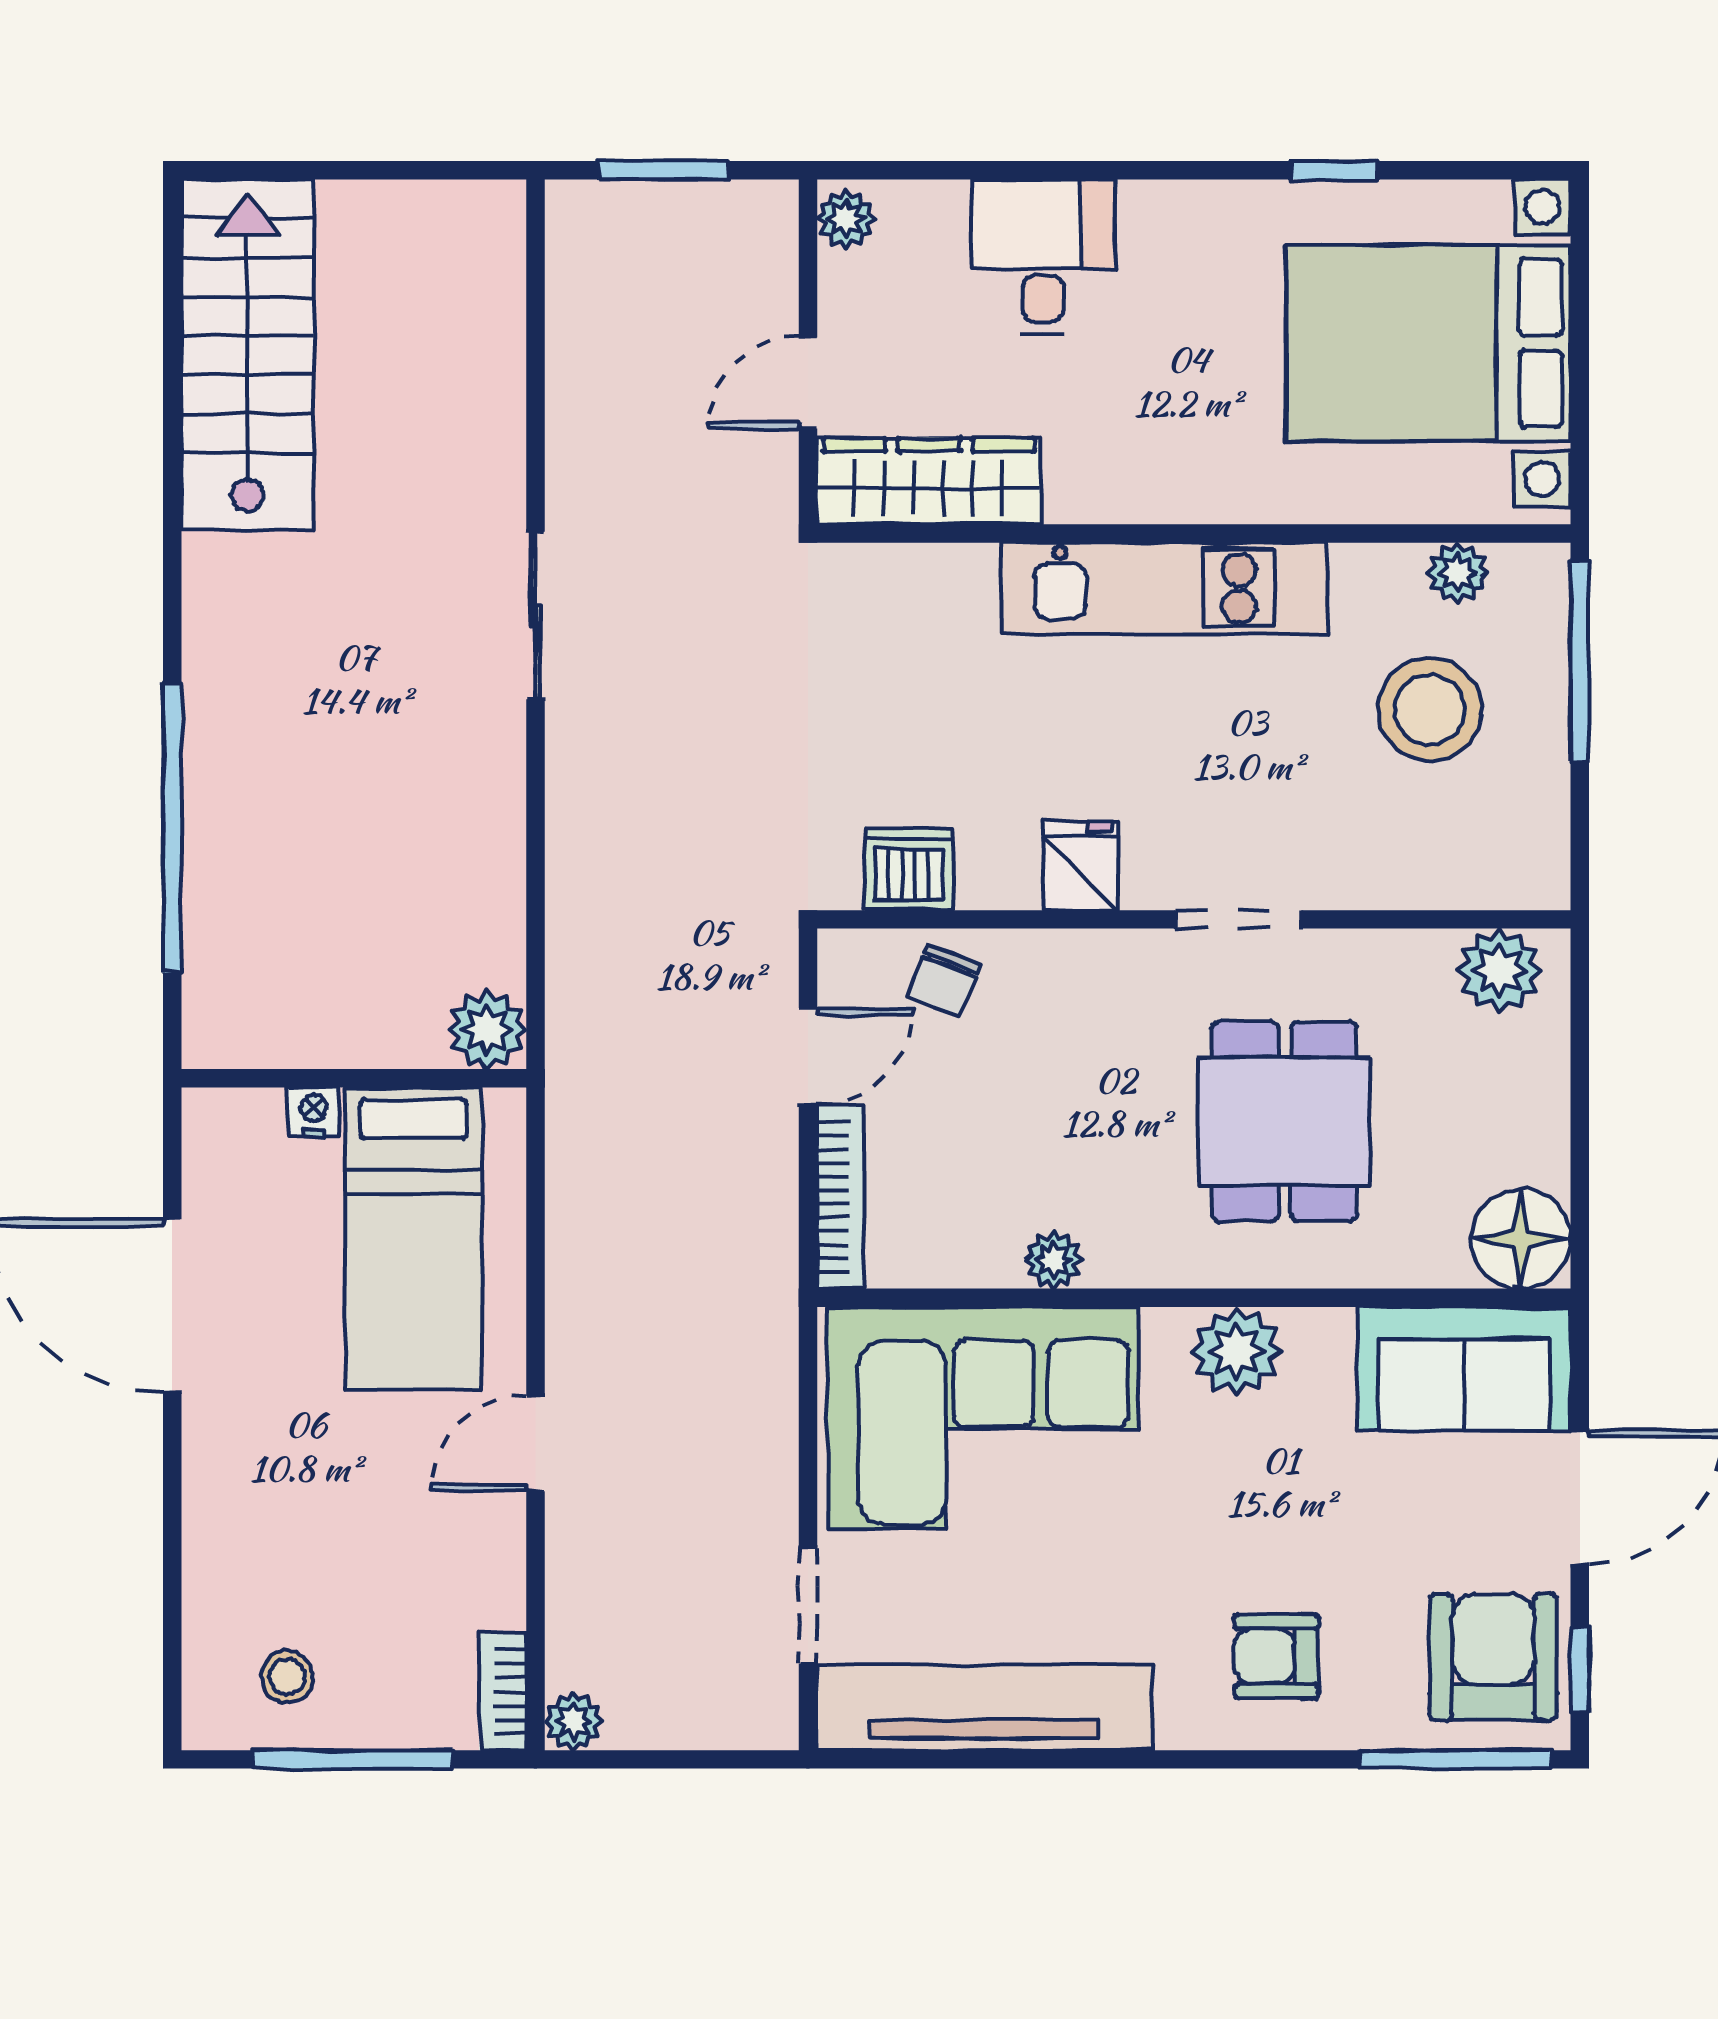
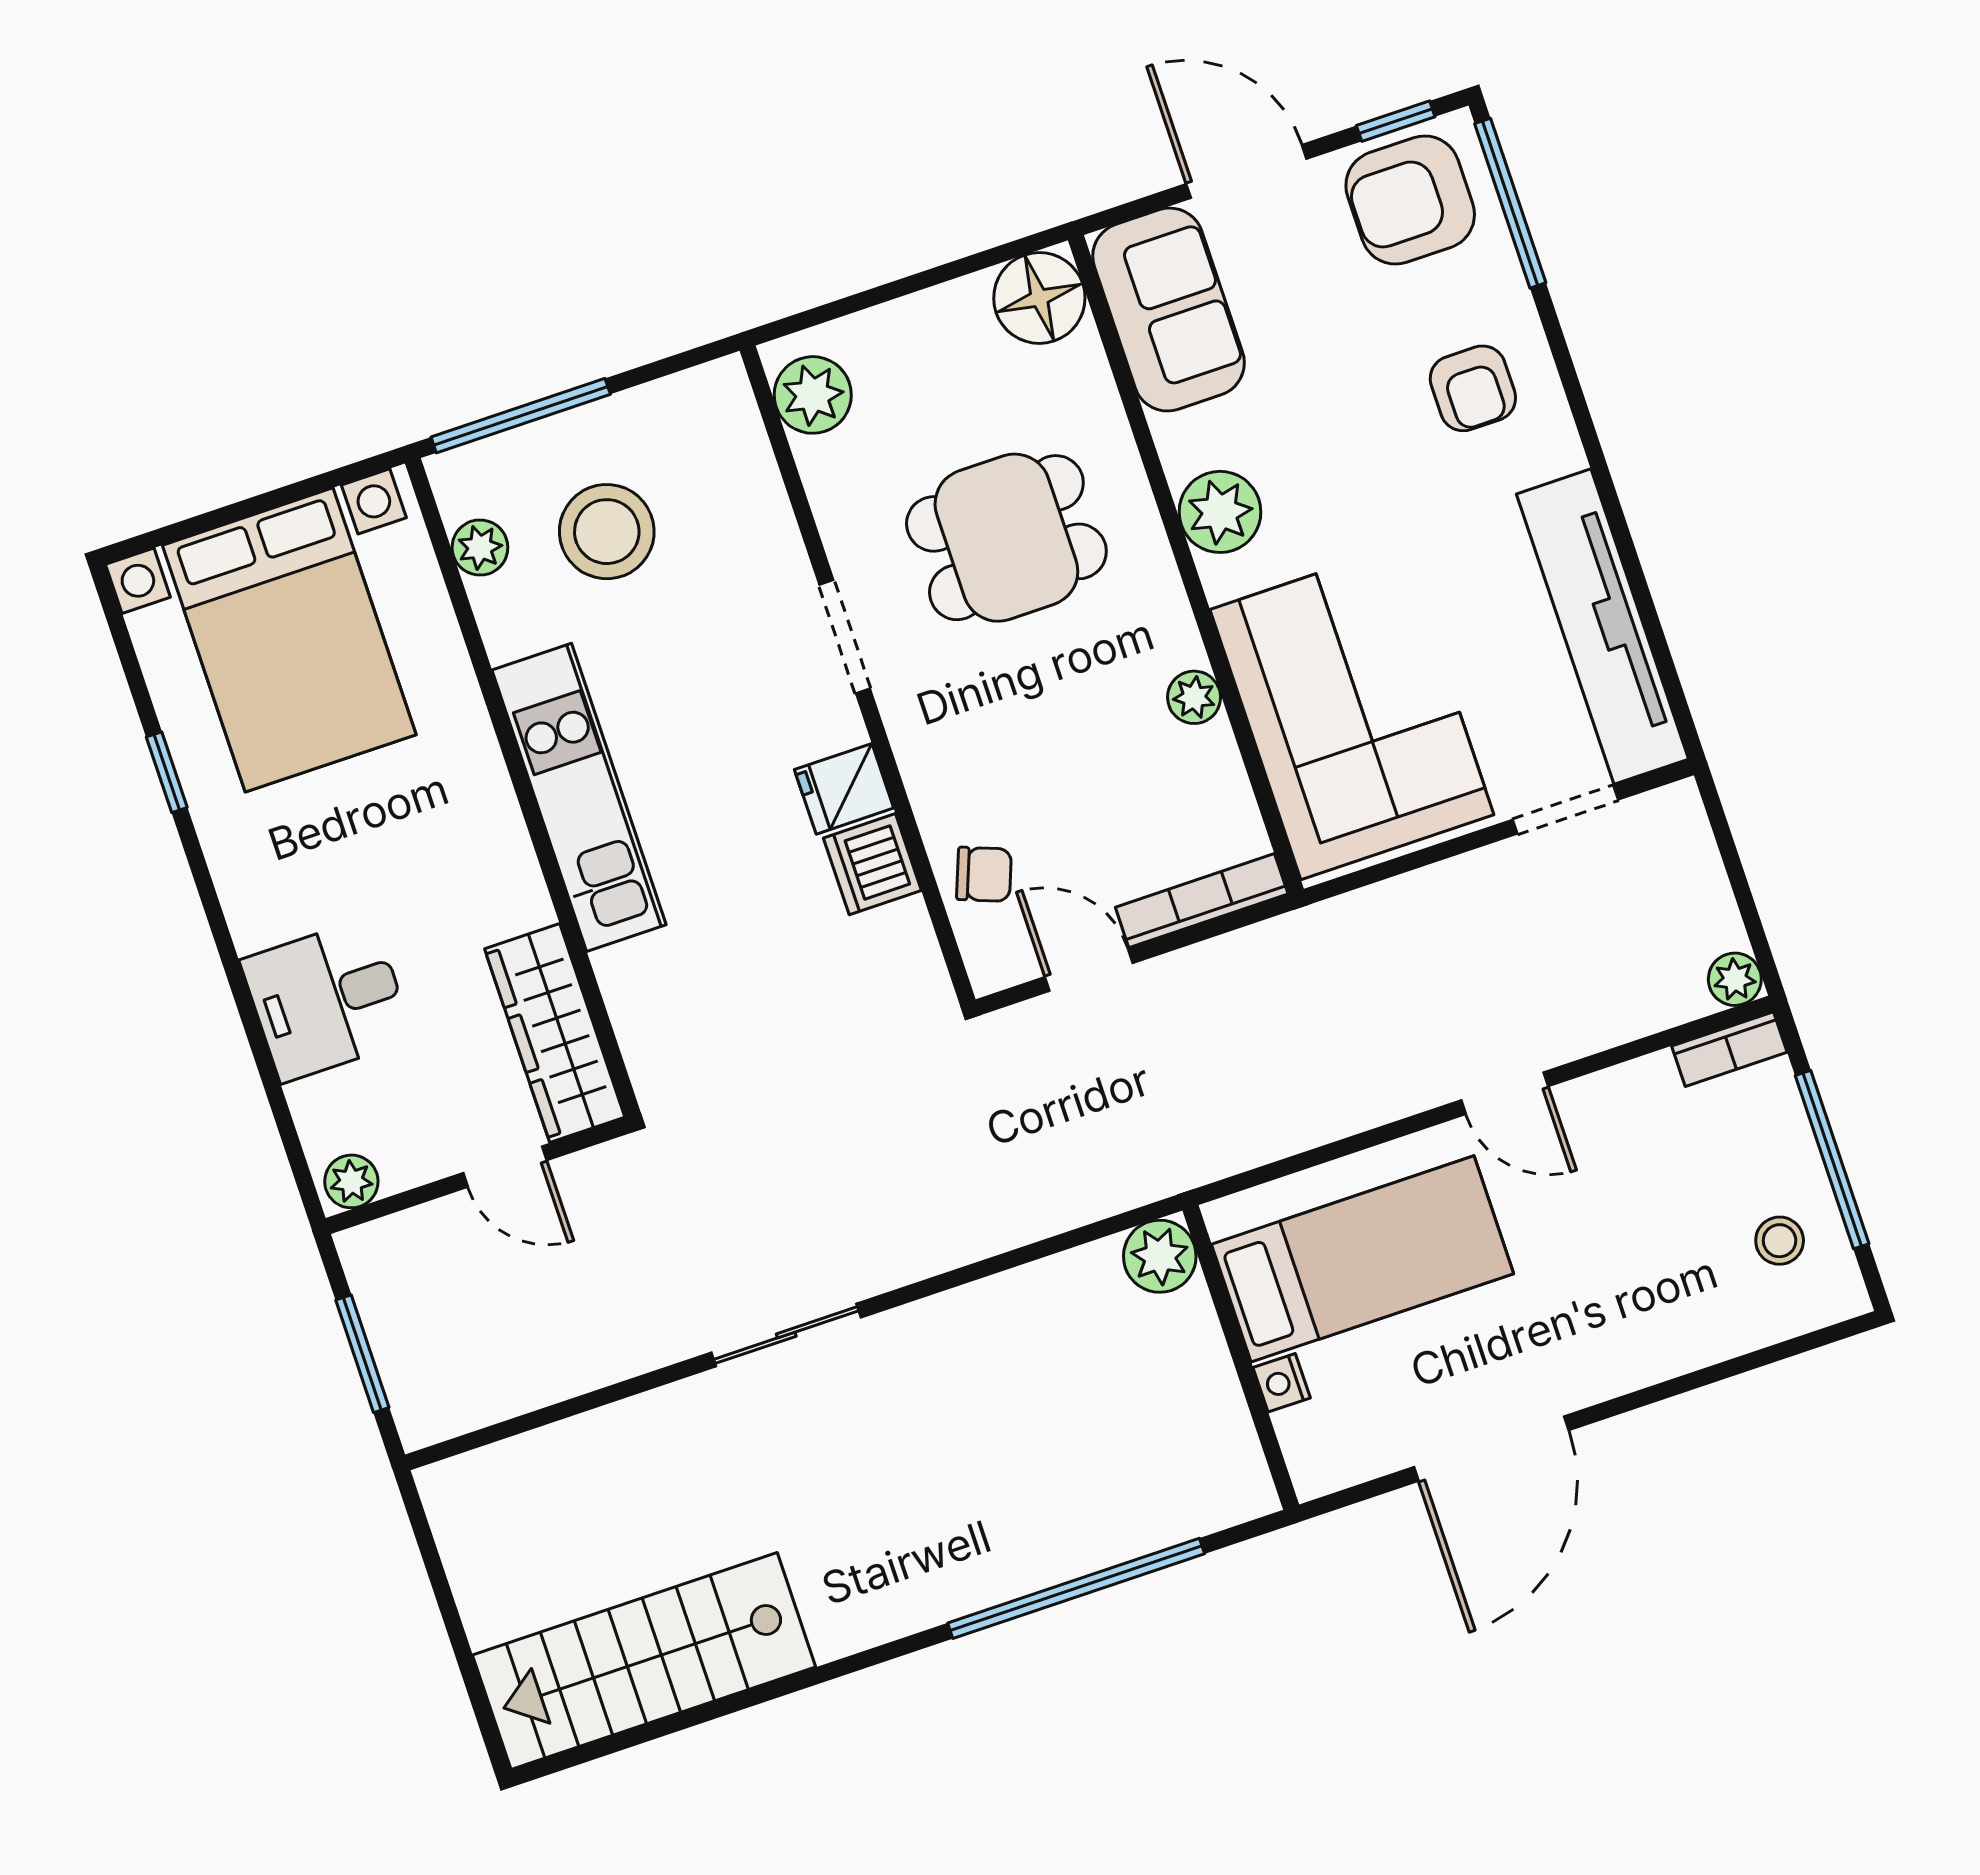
dishwasher: (909, 869) -> (872, 864), moved

